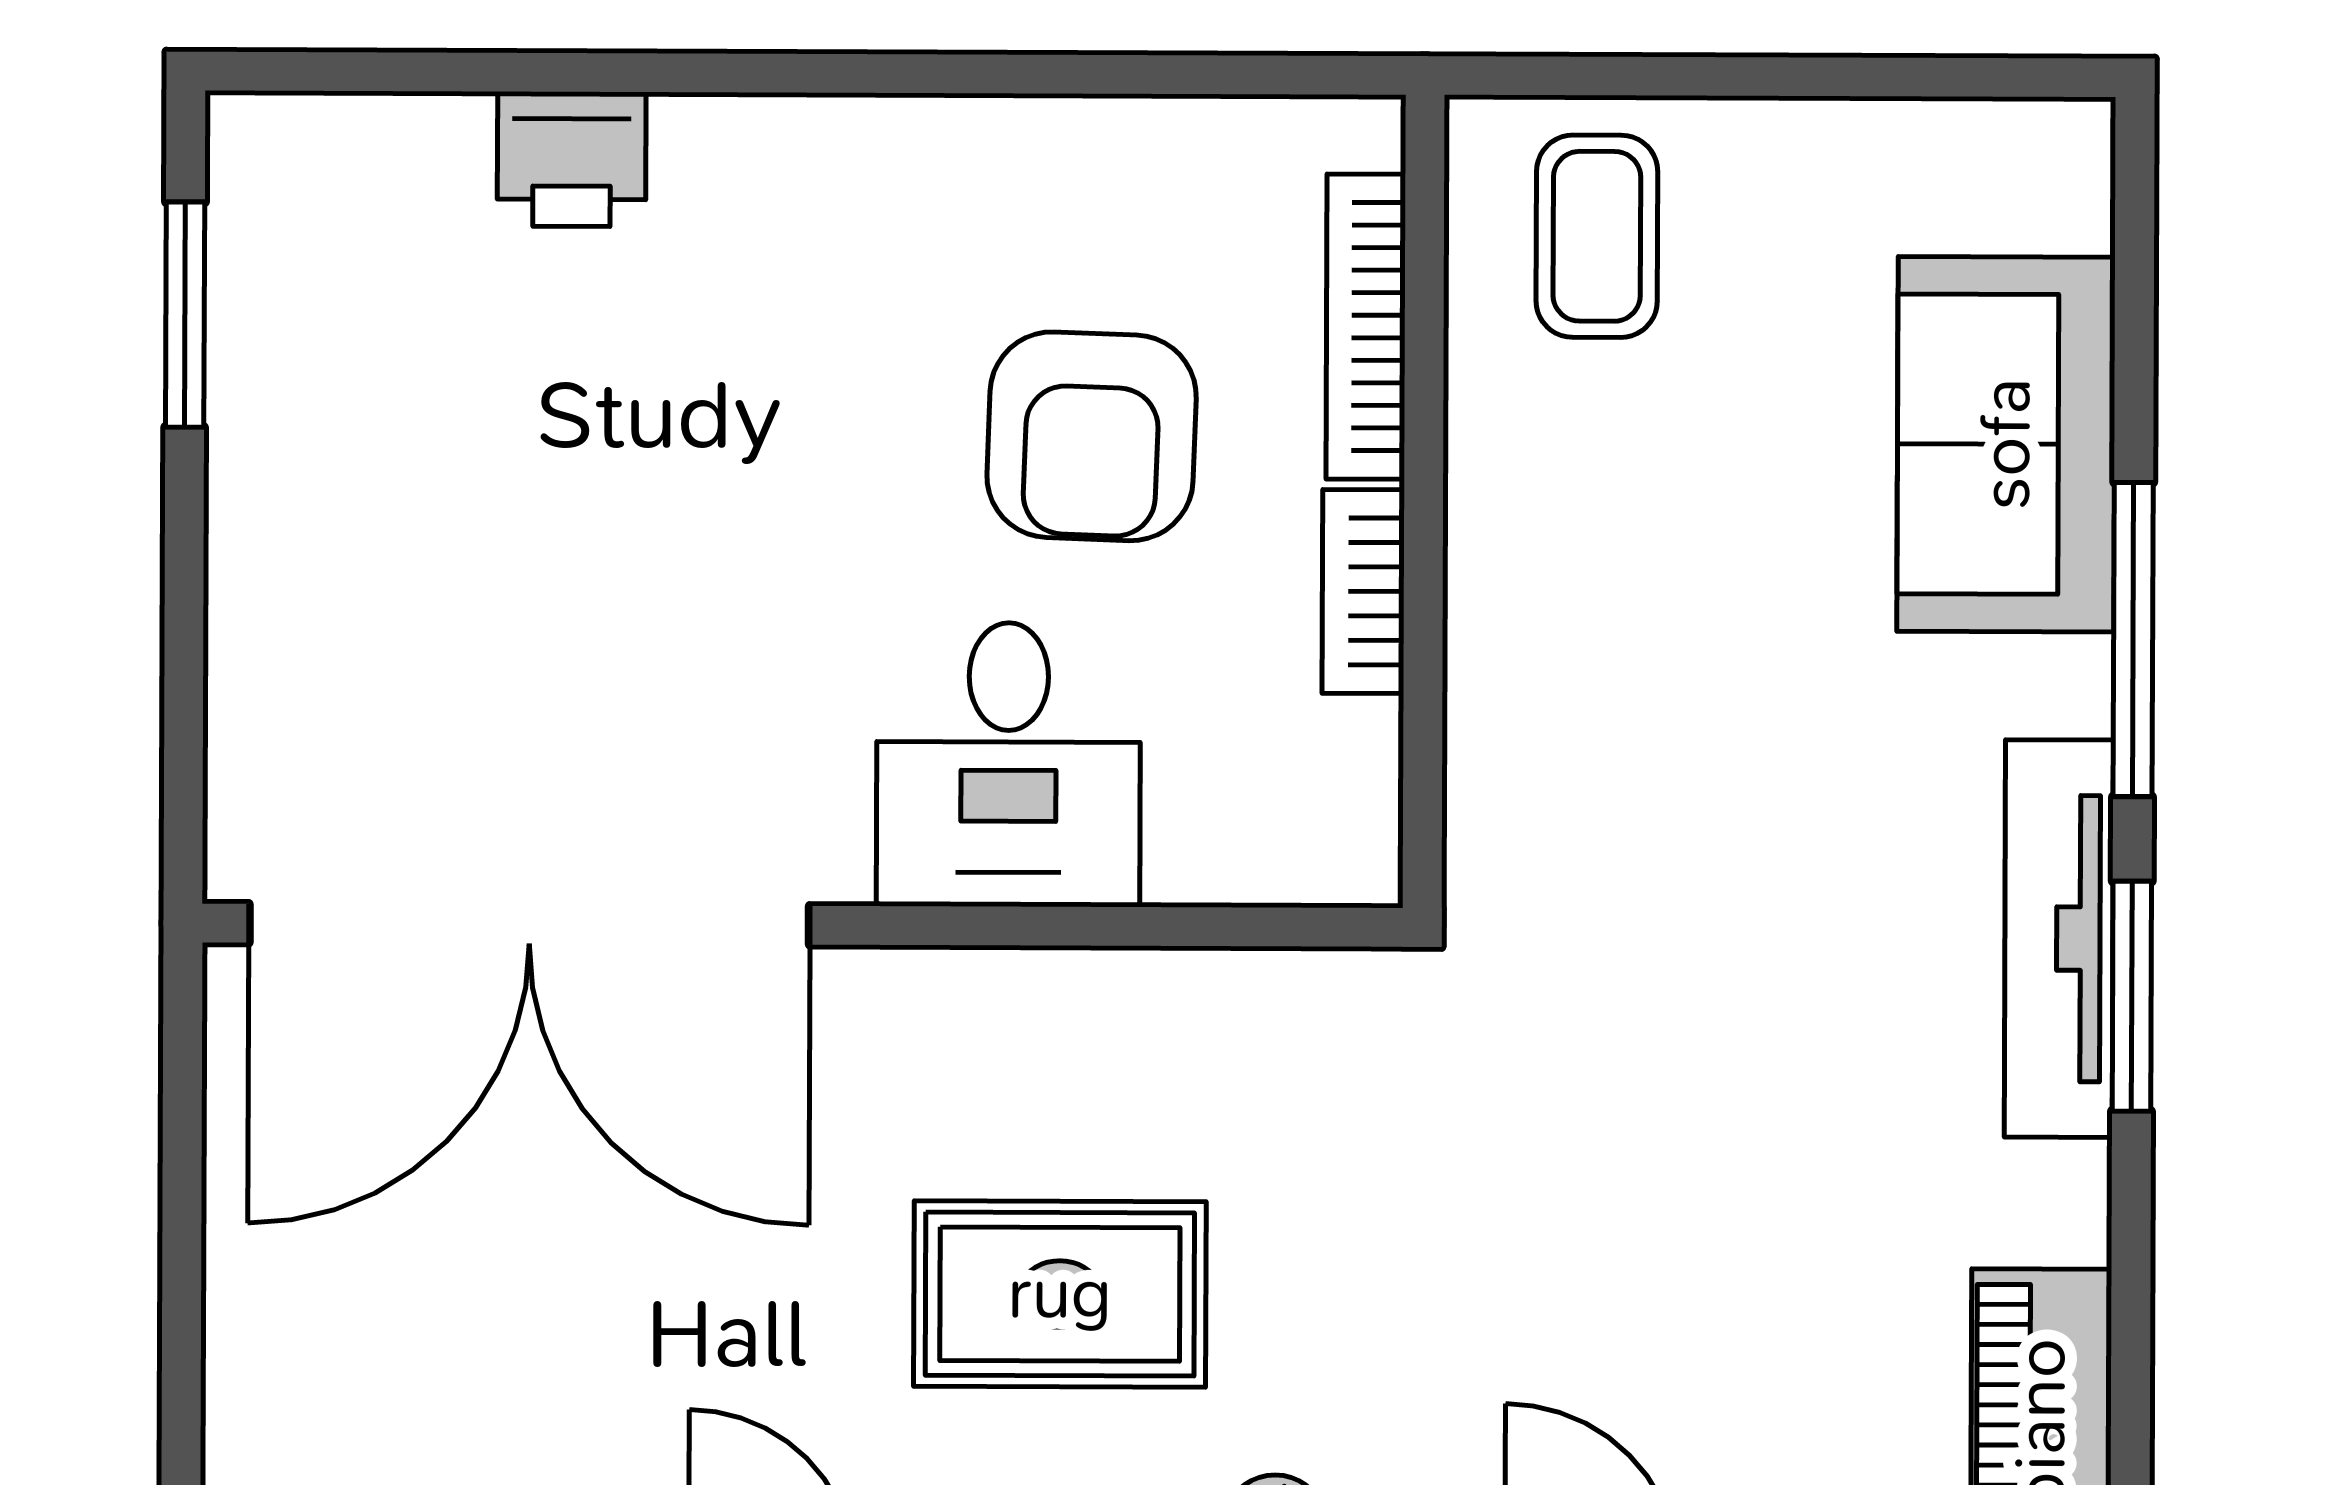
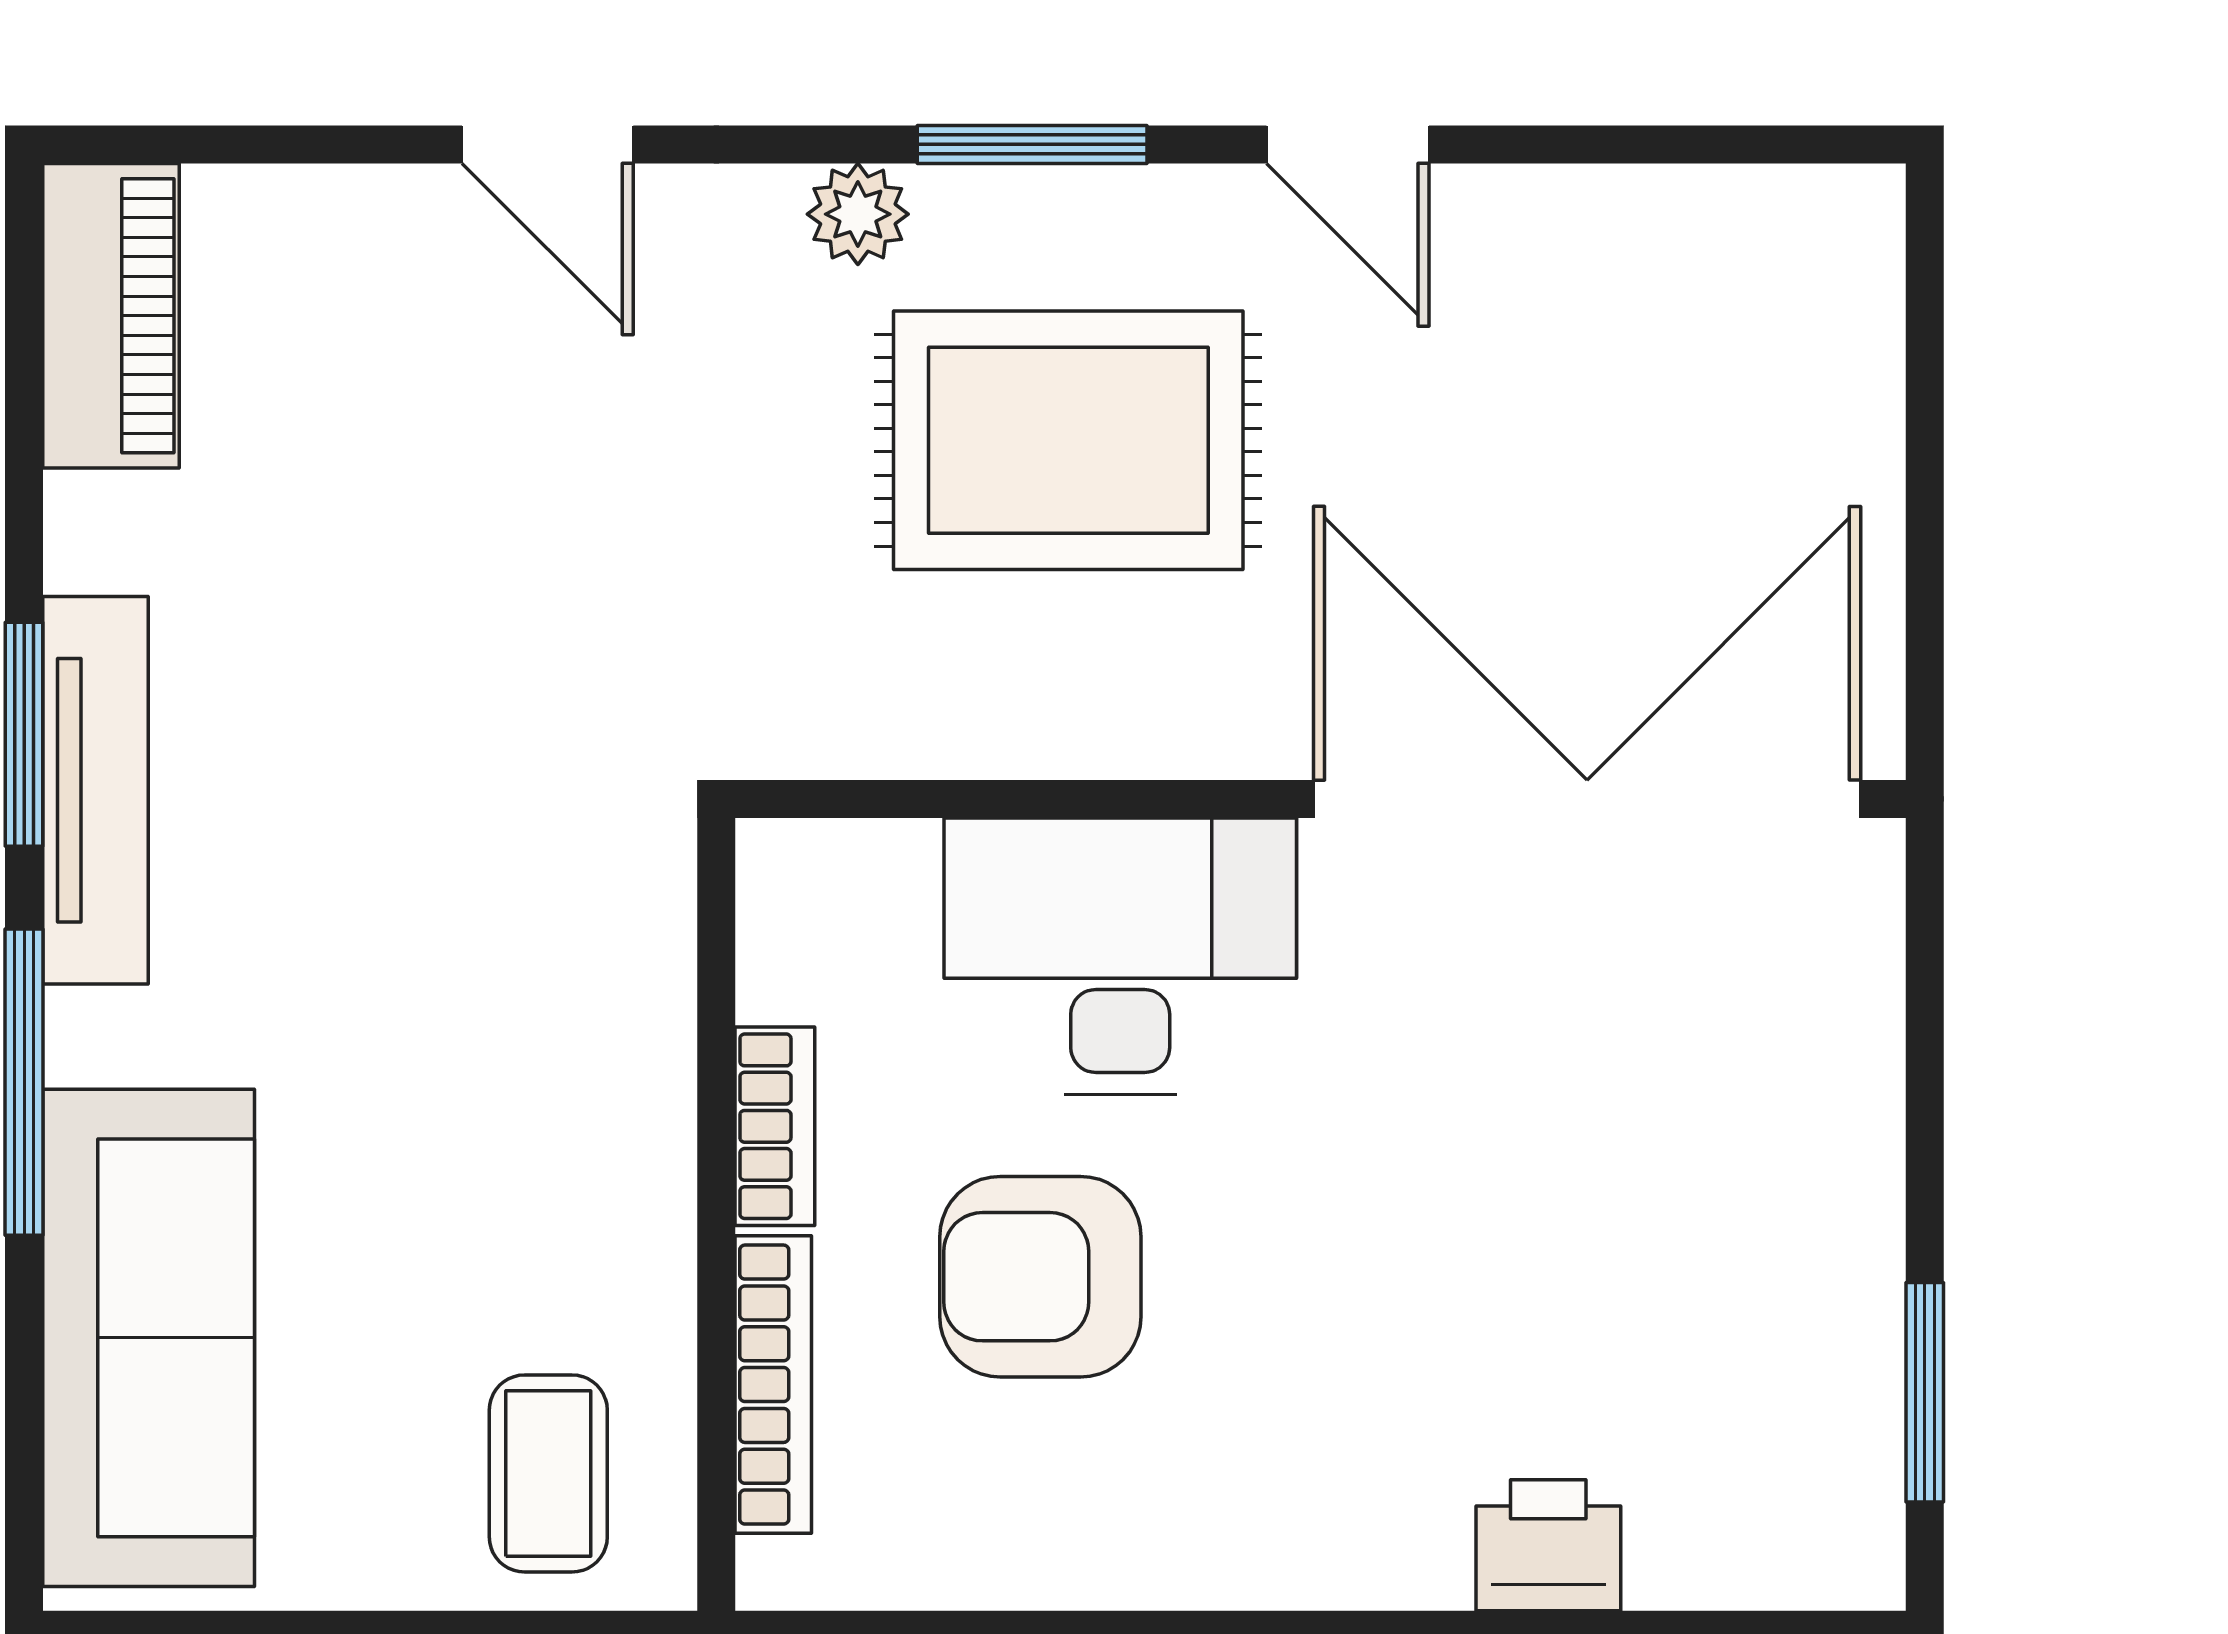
armchair: (1092, 436) -> (1040, 1277), turned -92
sofa: (2006, 444) -> (149, 1338), width x1.36
desk: (1009, 765) -> (1120, 956), width x1.37
rug: (1060, 1294) -> (1068, 440), width x1.36, depth x1.43

